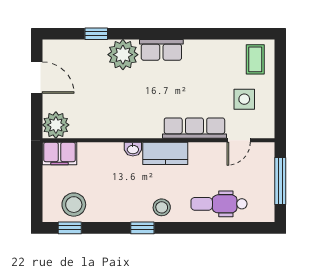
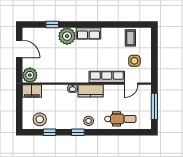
coffee table: (255, 59) -> (130, 38), moved
dental chair: (219, 204) -> (120, 119), turned 180
window: (70, 228) -> (49, 132), moved

